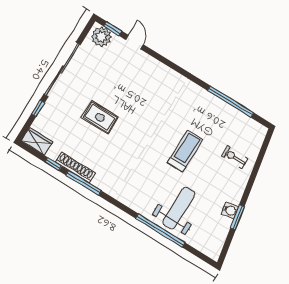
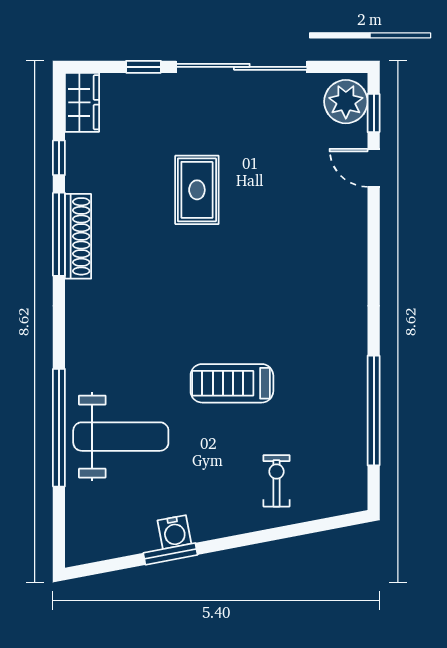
door: (134, 42) -> (374, 168), swing flipped
treadmill: (185, 151) -> (232, 383), turned 180
shoe rack: (75, 167) -> (78, 236), moved

